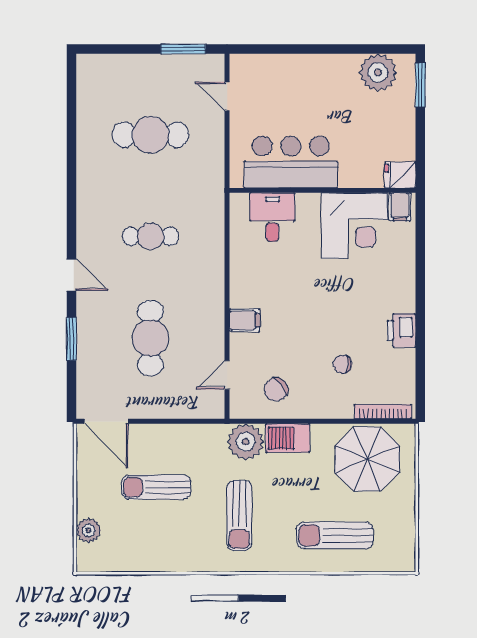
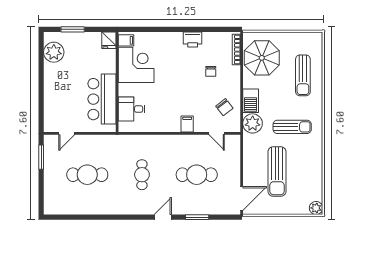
window: (420, 85) -> (73, 29), moved
cafe table: (150, 135) -> (87, 175), turned 90
sun lounger: (156, 487) -> (277, 172), width x1.36, depth x1.34
plant: (89, 530) -> (316, 208), moved

